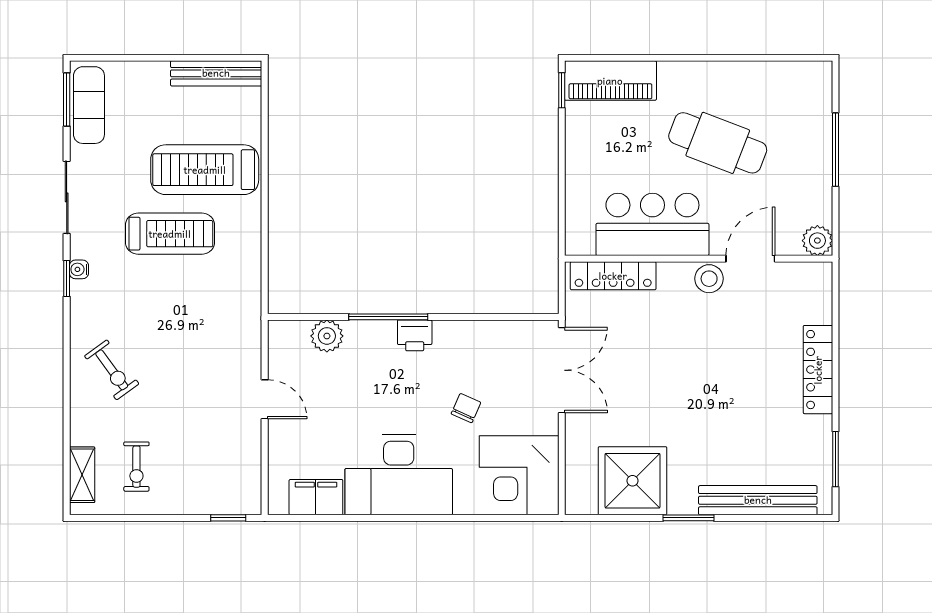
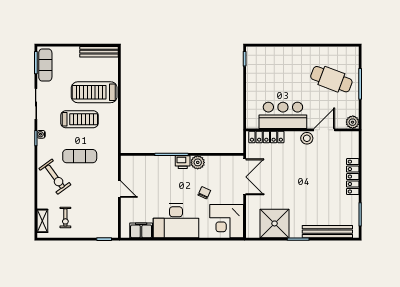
piano: (610, 81) -> (265, 55), removed
cafe table: (718, 143) -> (331, 79), moved
exercise mat: (170, 321) -> (80, 156), added
plant: (327, 336) -> (198, 162), moved
exercise bike: (112, 370) -> (55, 177), width x1.38, depth x1.39

